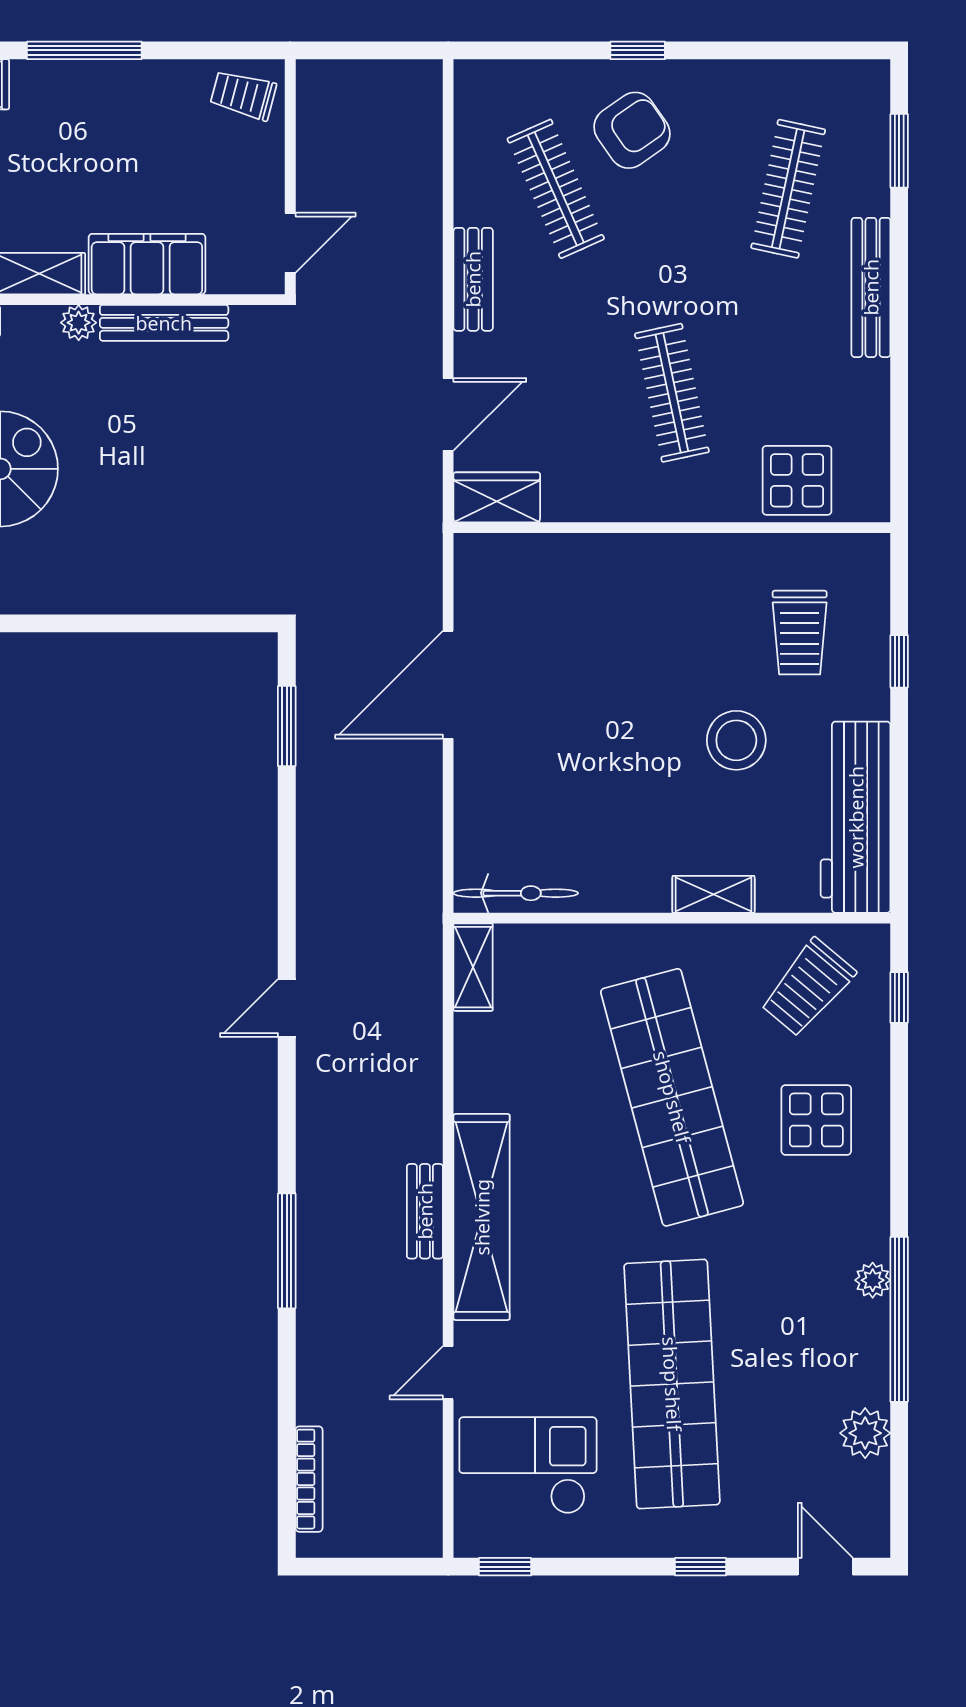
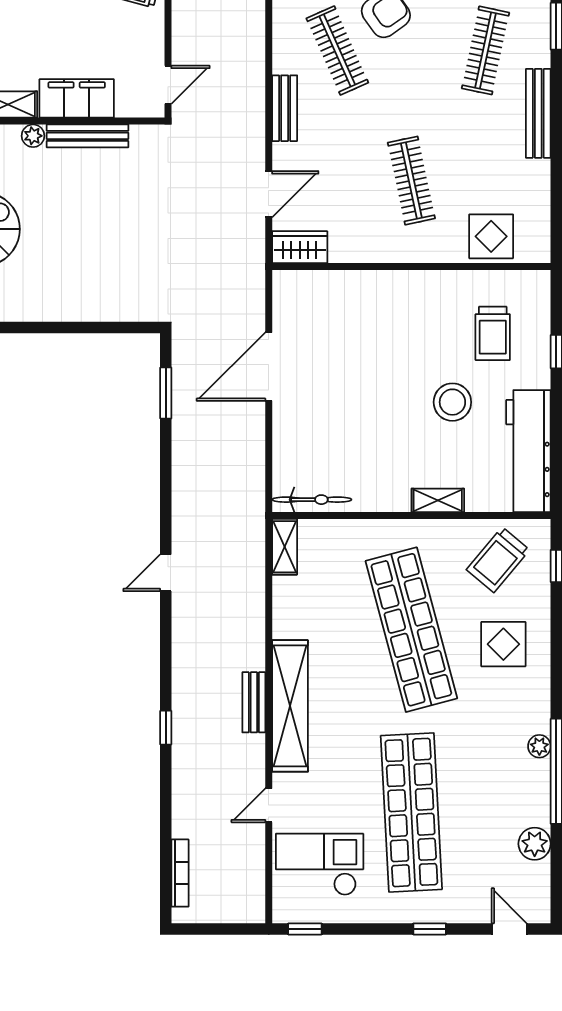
window: (287, 1251) -> (166, 728), width x0.46

